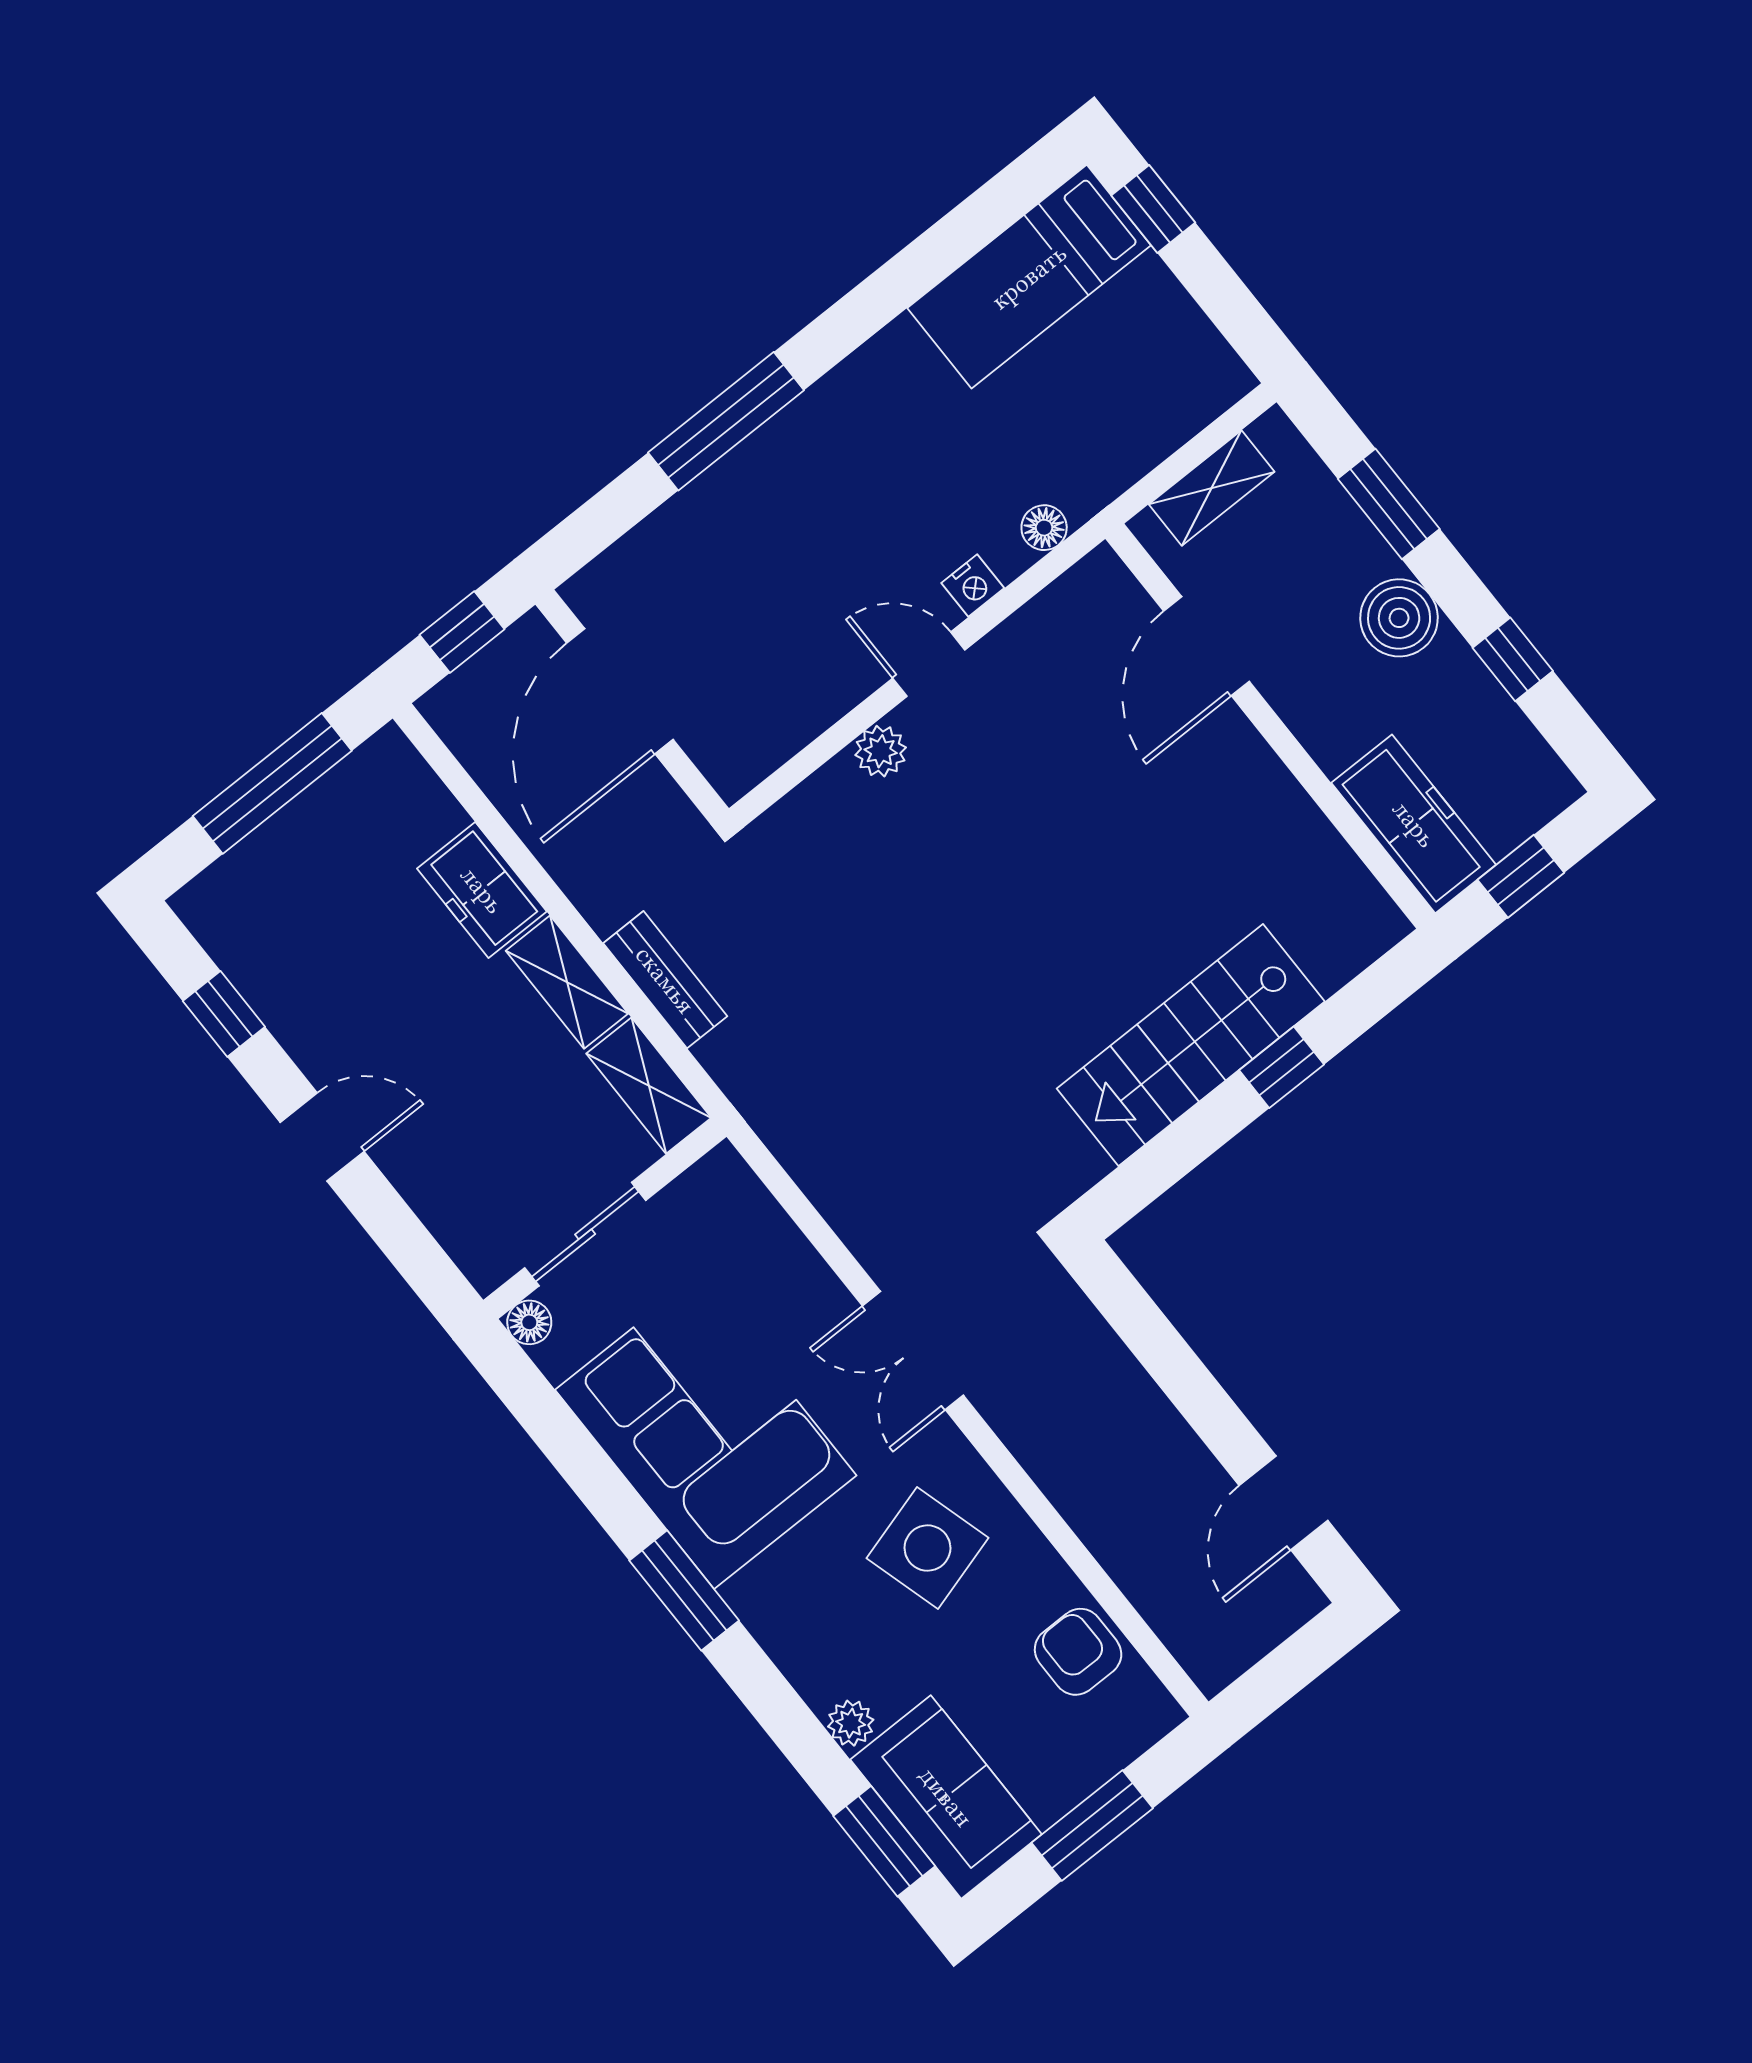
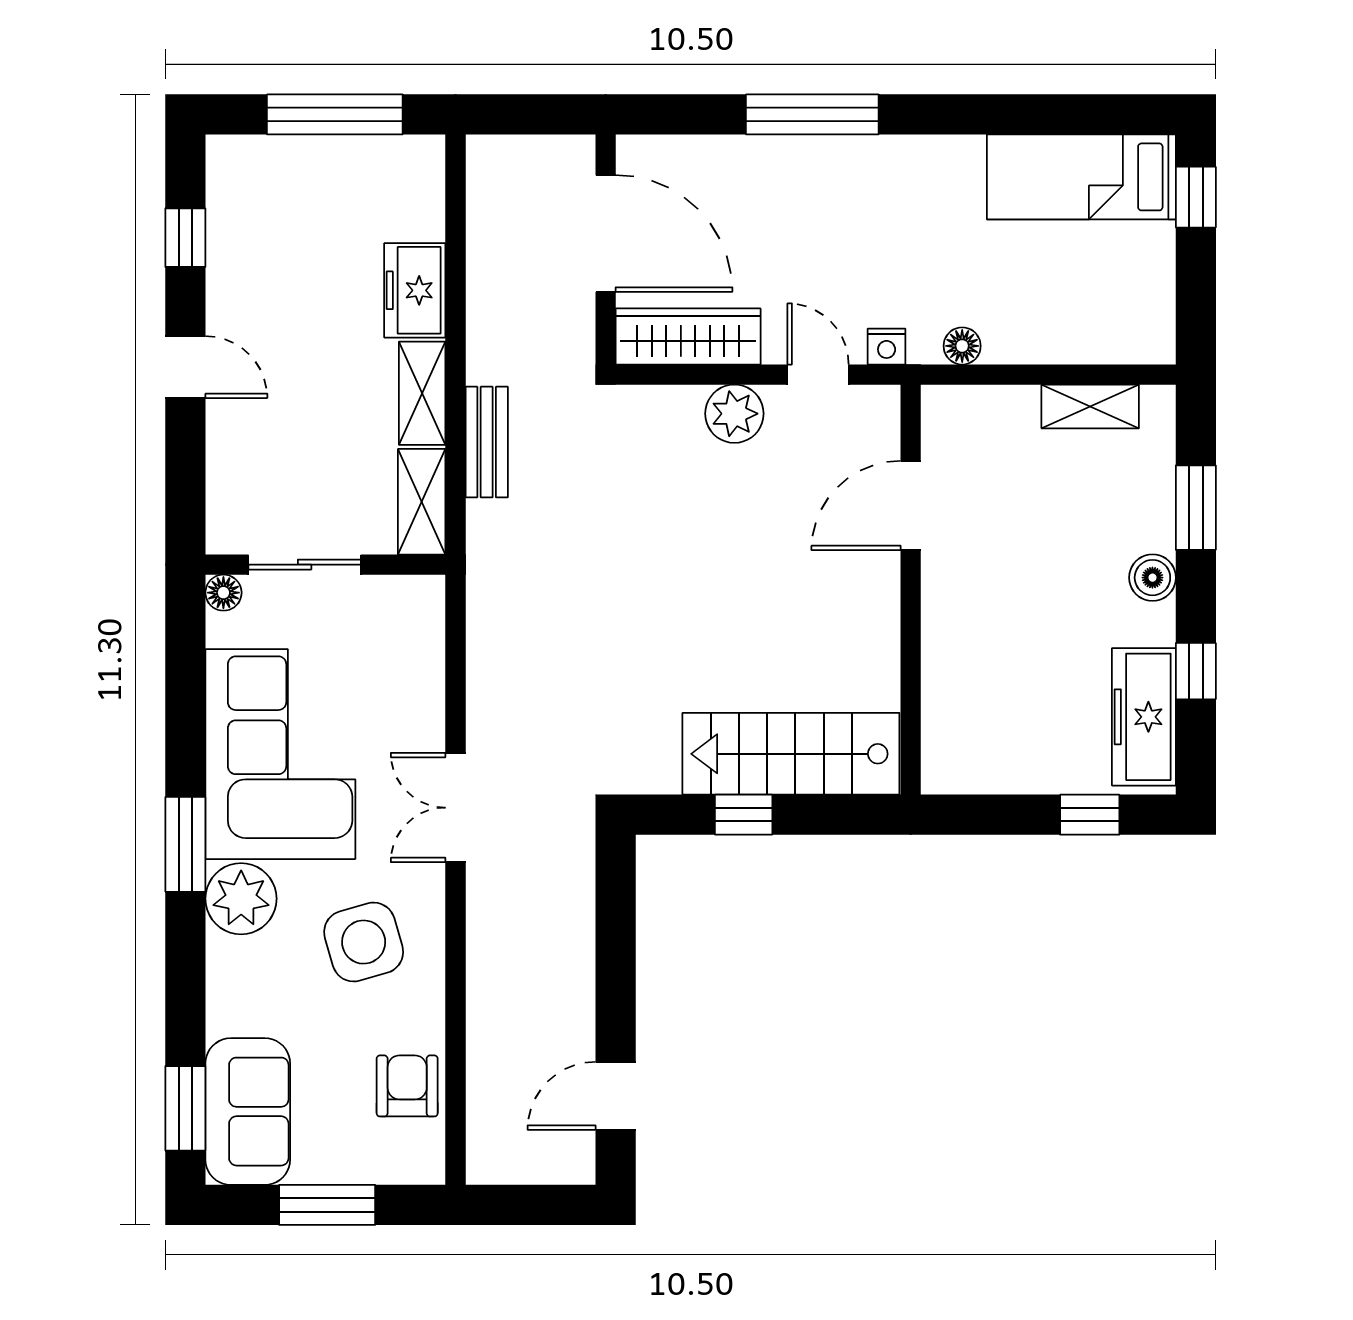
boiler: (1399, 618) -> (1152, 578), width x0.73, depth x0.73
window: (462, 632) -> (534, 114), removed
door: (1207, 646) -> (911, 506), moved
door: (620, 691) -> (606, 233), swing flipped
wall: (1270, 726) -> (911, 590), moved
wardrobe: (776, 727) -> (688, 336), added
plant: (881, 751) -> (734, 414), width x1.38, depth x1.38
freezer: (1414, 824) -> (1144, 717), moved, turned 180
window: (1282, 1067) -> (744, 815), moved
plant: (851, 1723) -> (241, 899), moved, width x1.88, depth x1.88

